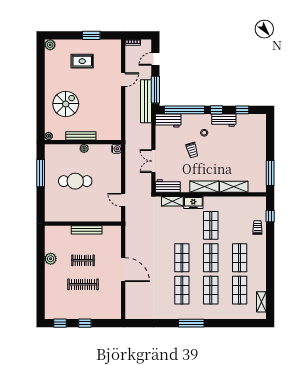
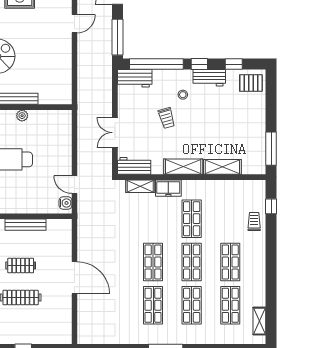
bench: (146, 101) -> (105, 52), removed
pallet: (255, 124) -> (251, 83), added
water cooler: (117, 149) -> (66, 203), moved

